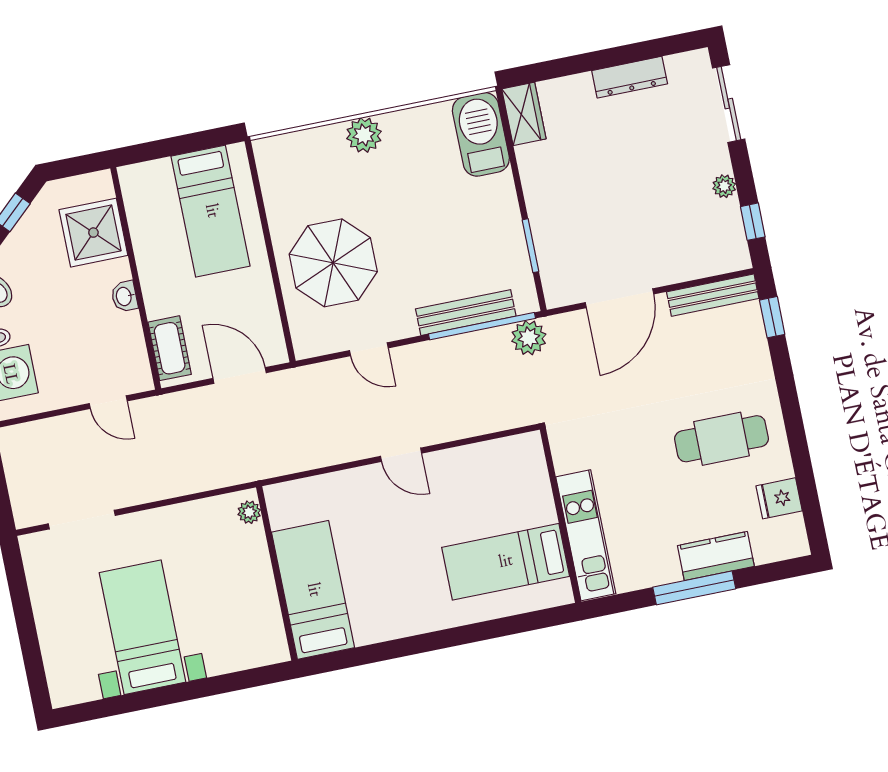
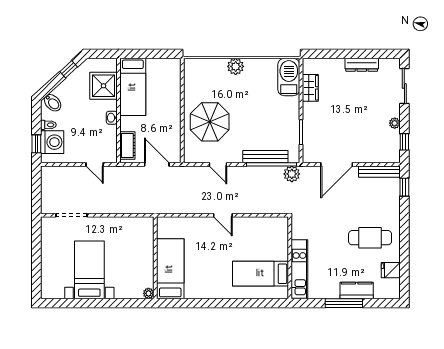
wardrobe: (524, 114) -> (310, 88), moved
bed: (211, 211) -> (133, 87), moved
plant: (249, 512) -> (148, 293), moved

